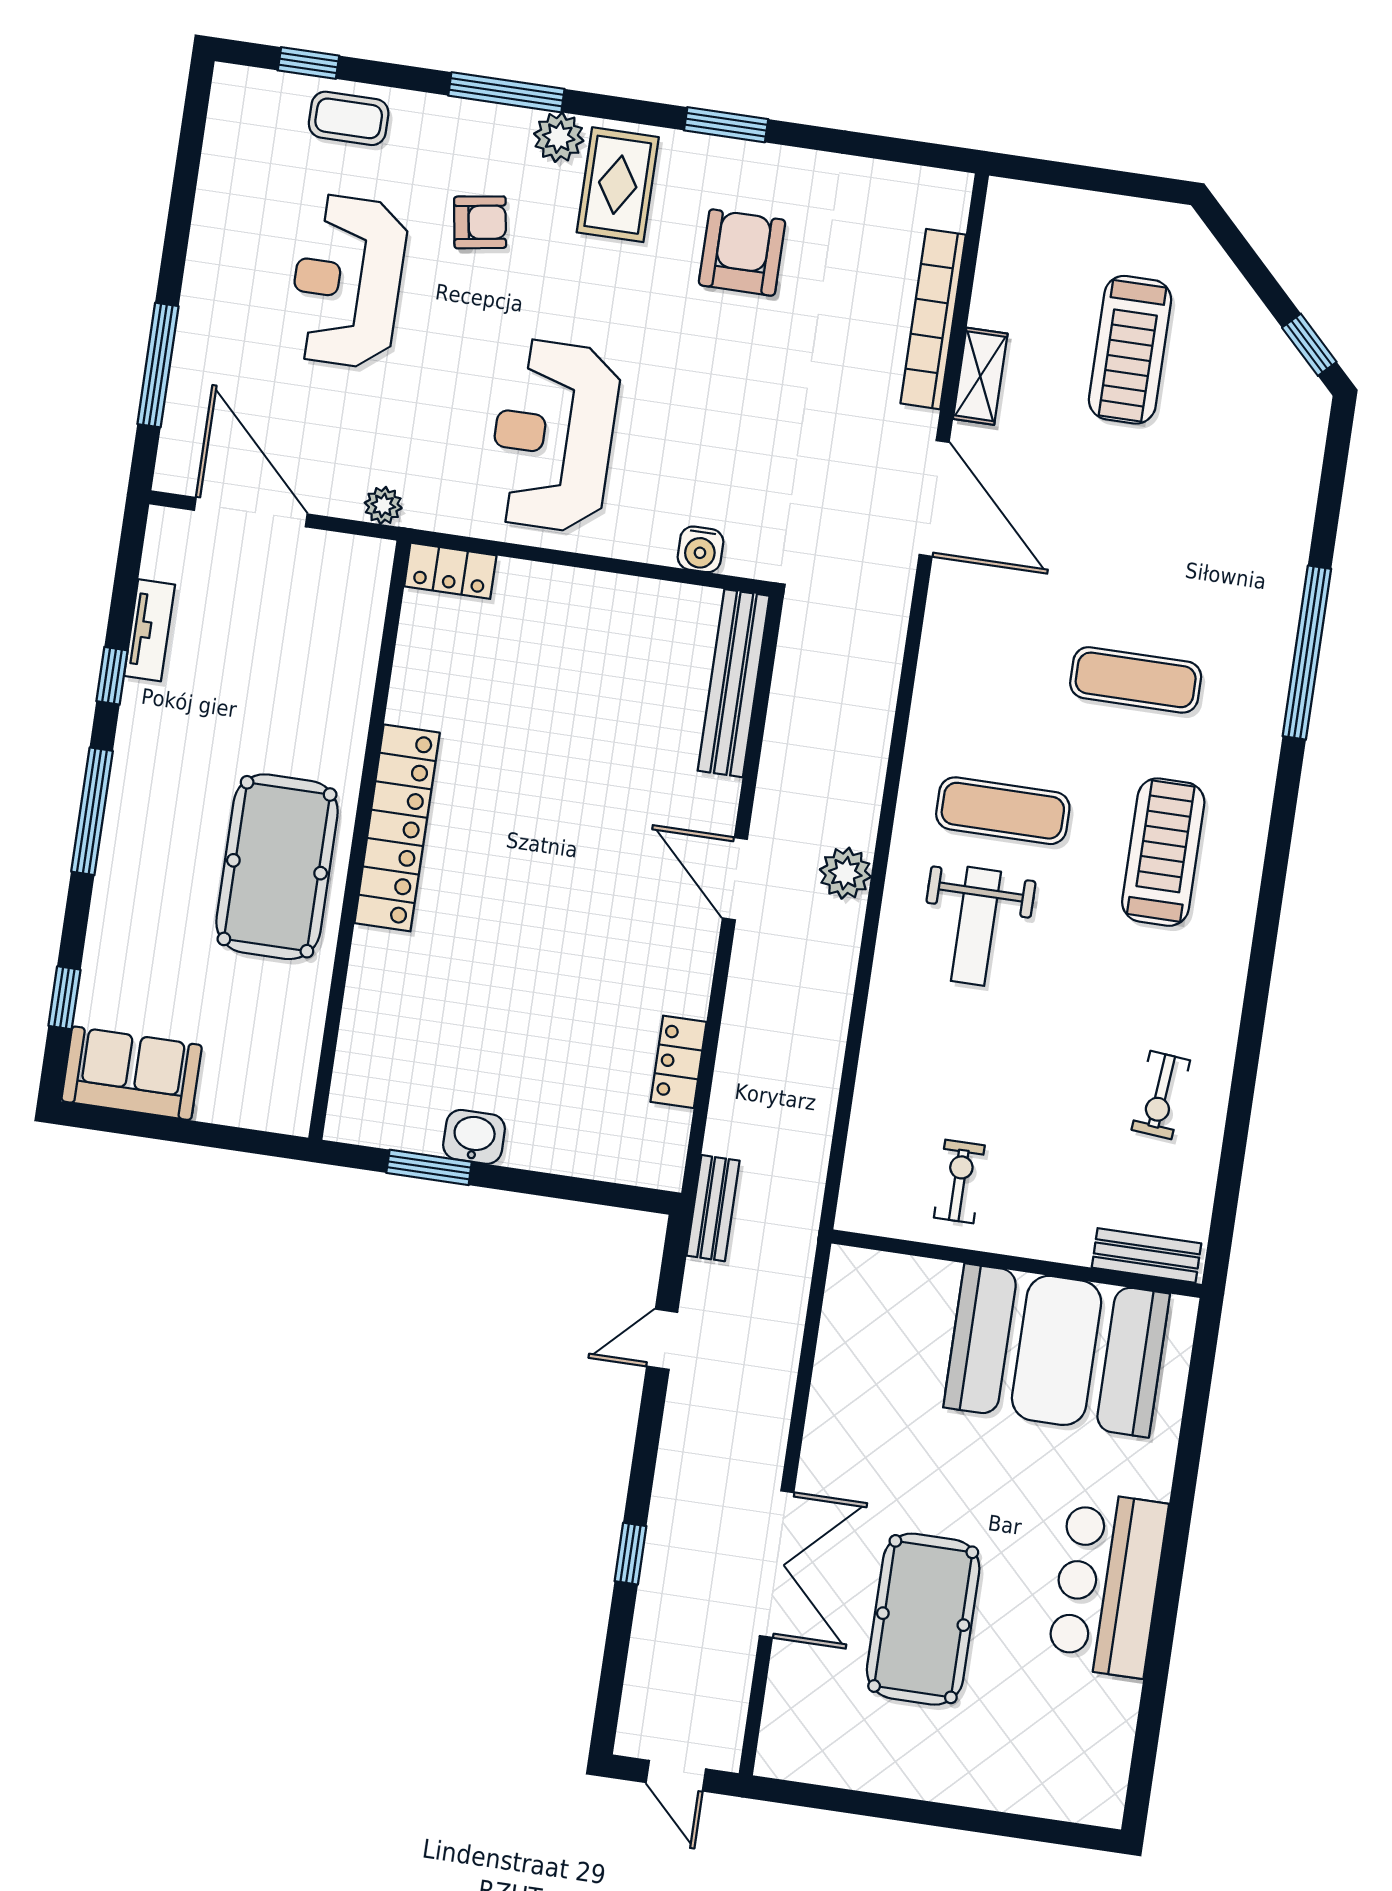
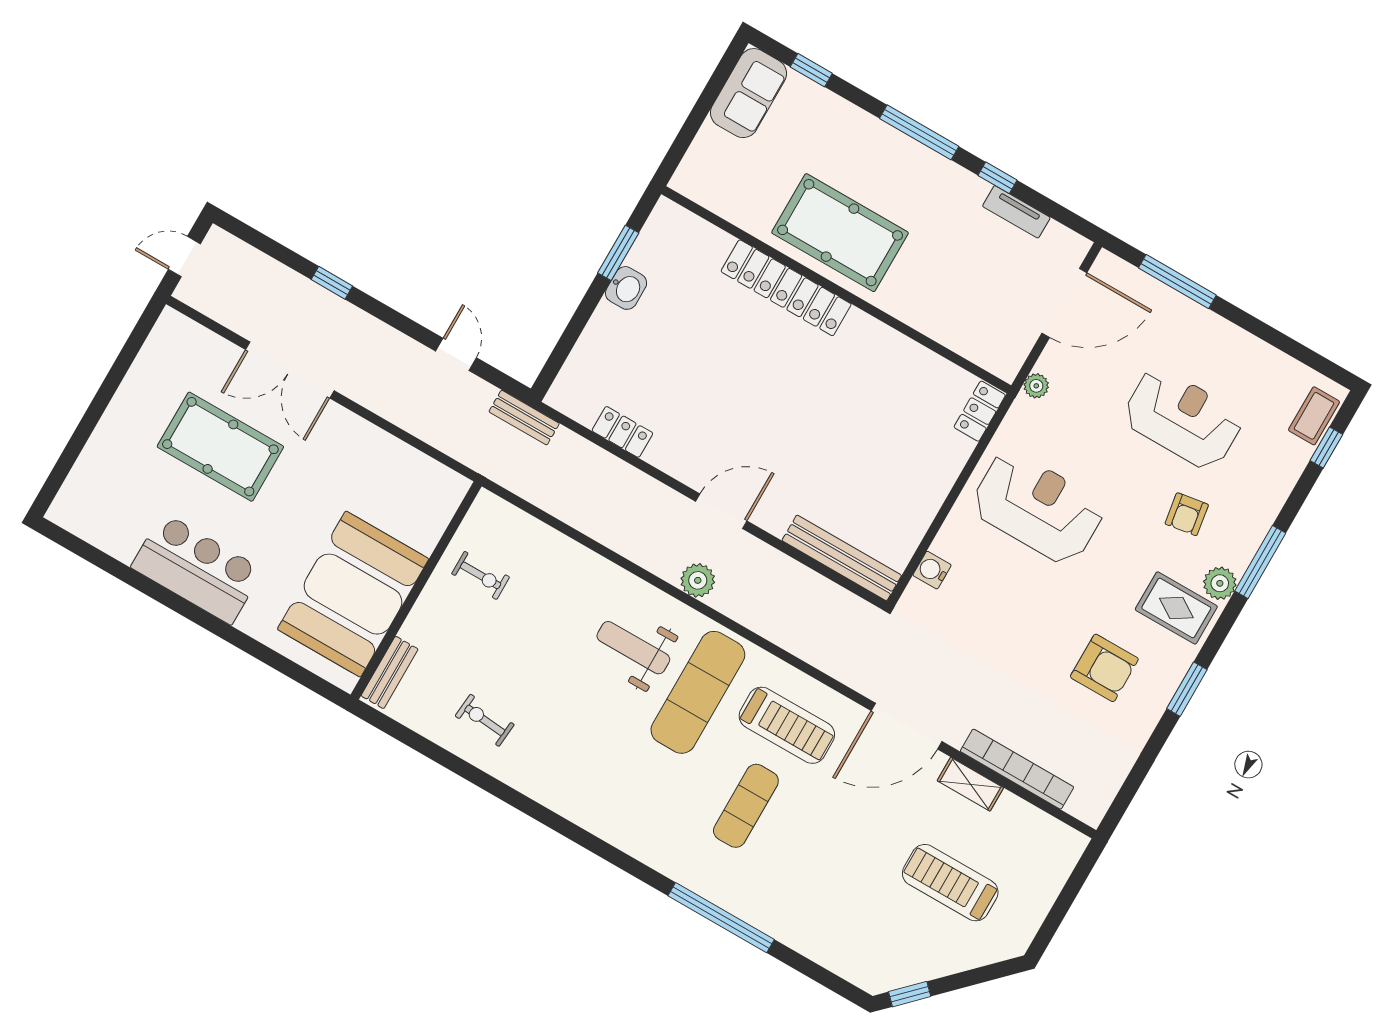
coffee table: (349, 118) -> (1314, 416), moved
exercise mat: (1003, 811) -> (698, 692), width x1.36, depth x1.45
locker: (397, 828) -> (786, 288), moved
treadmill: (1163, 852) -> (787, 725), moved

